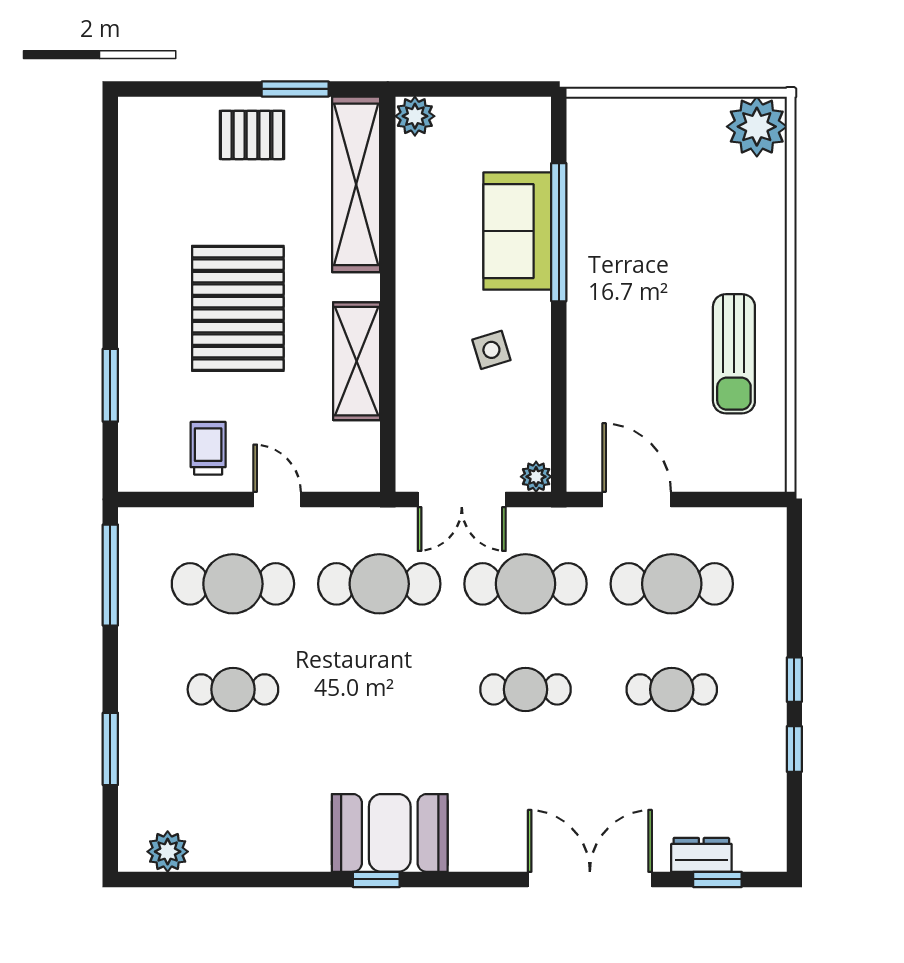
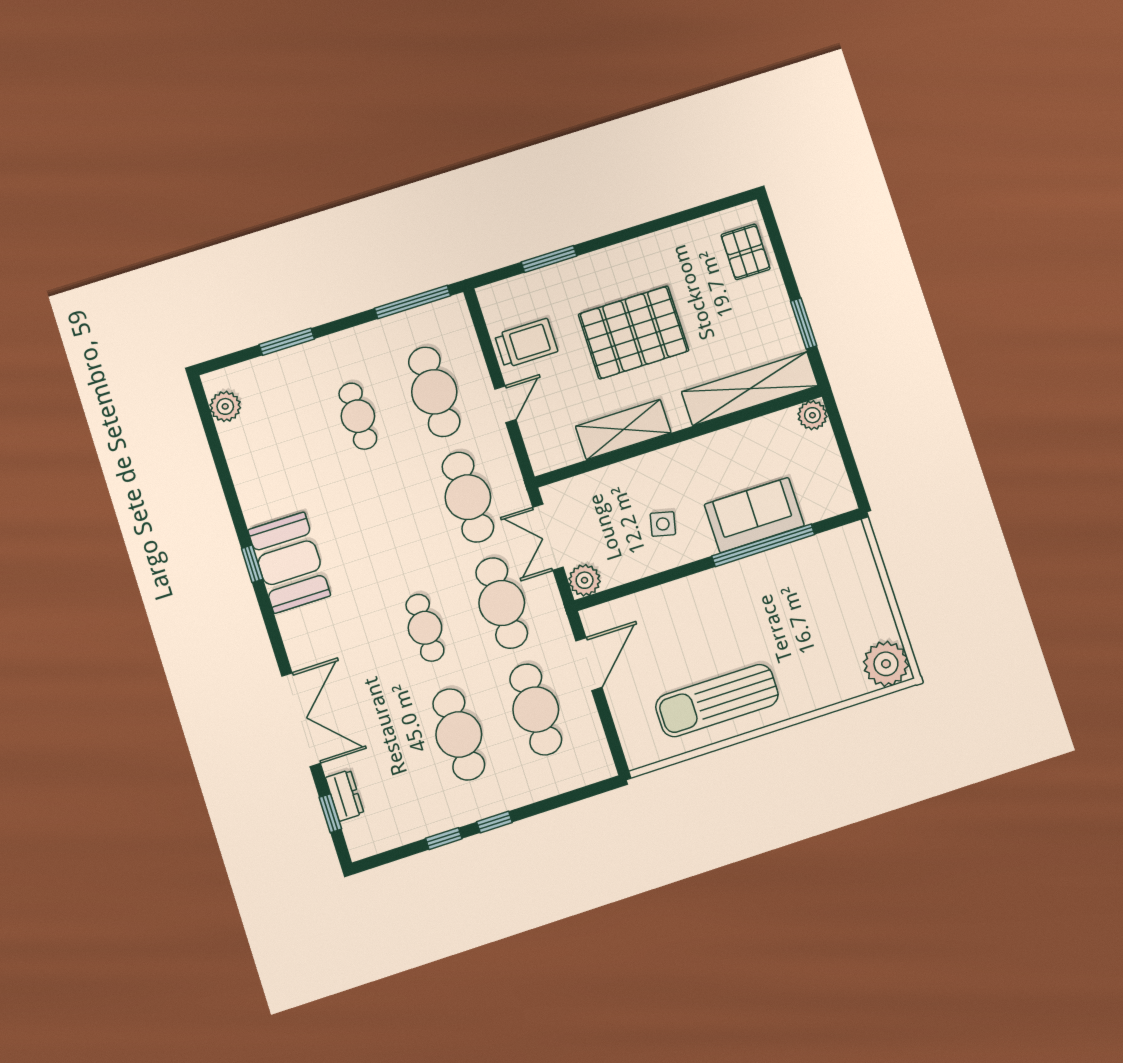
pallet: (252, 135) -> (746, 252), moved
side table: (491, 350) -> (663, 524), turned 30
sun lounger: (734, 354) -> (717, 701), width x1.36, depth x1.34
trolley: (208, 448) -> (526, 343), width x1.36, depth x1.39
plant: (536, 477) -> (585, 580), width x1.38, depth x1.38
cafe table: (672, 689) -> (459, 734), width x1.37, depth x1.35

